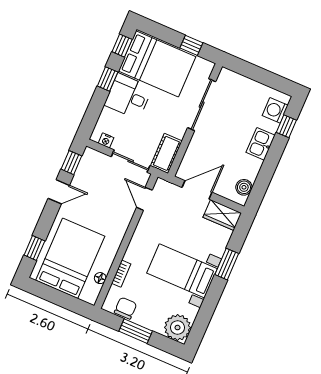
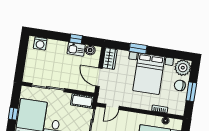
window: (191, 45) -> (13, 114), moved
window: (286, 126) -> (76, 39), moved
kitchen sink: (261, 144) -> (76, 49), moved
bed with nightstands: (182, 271) -> (149, 74), width x1.36
chair: (126, 308) -> (180, 85), moved

